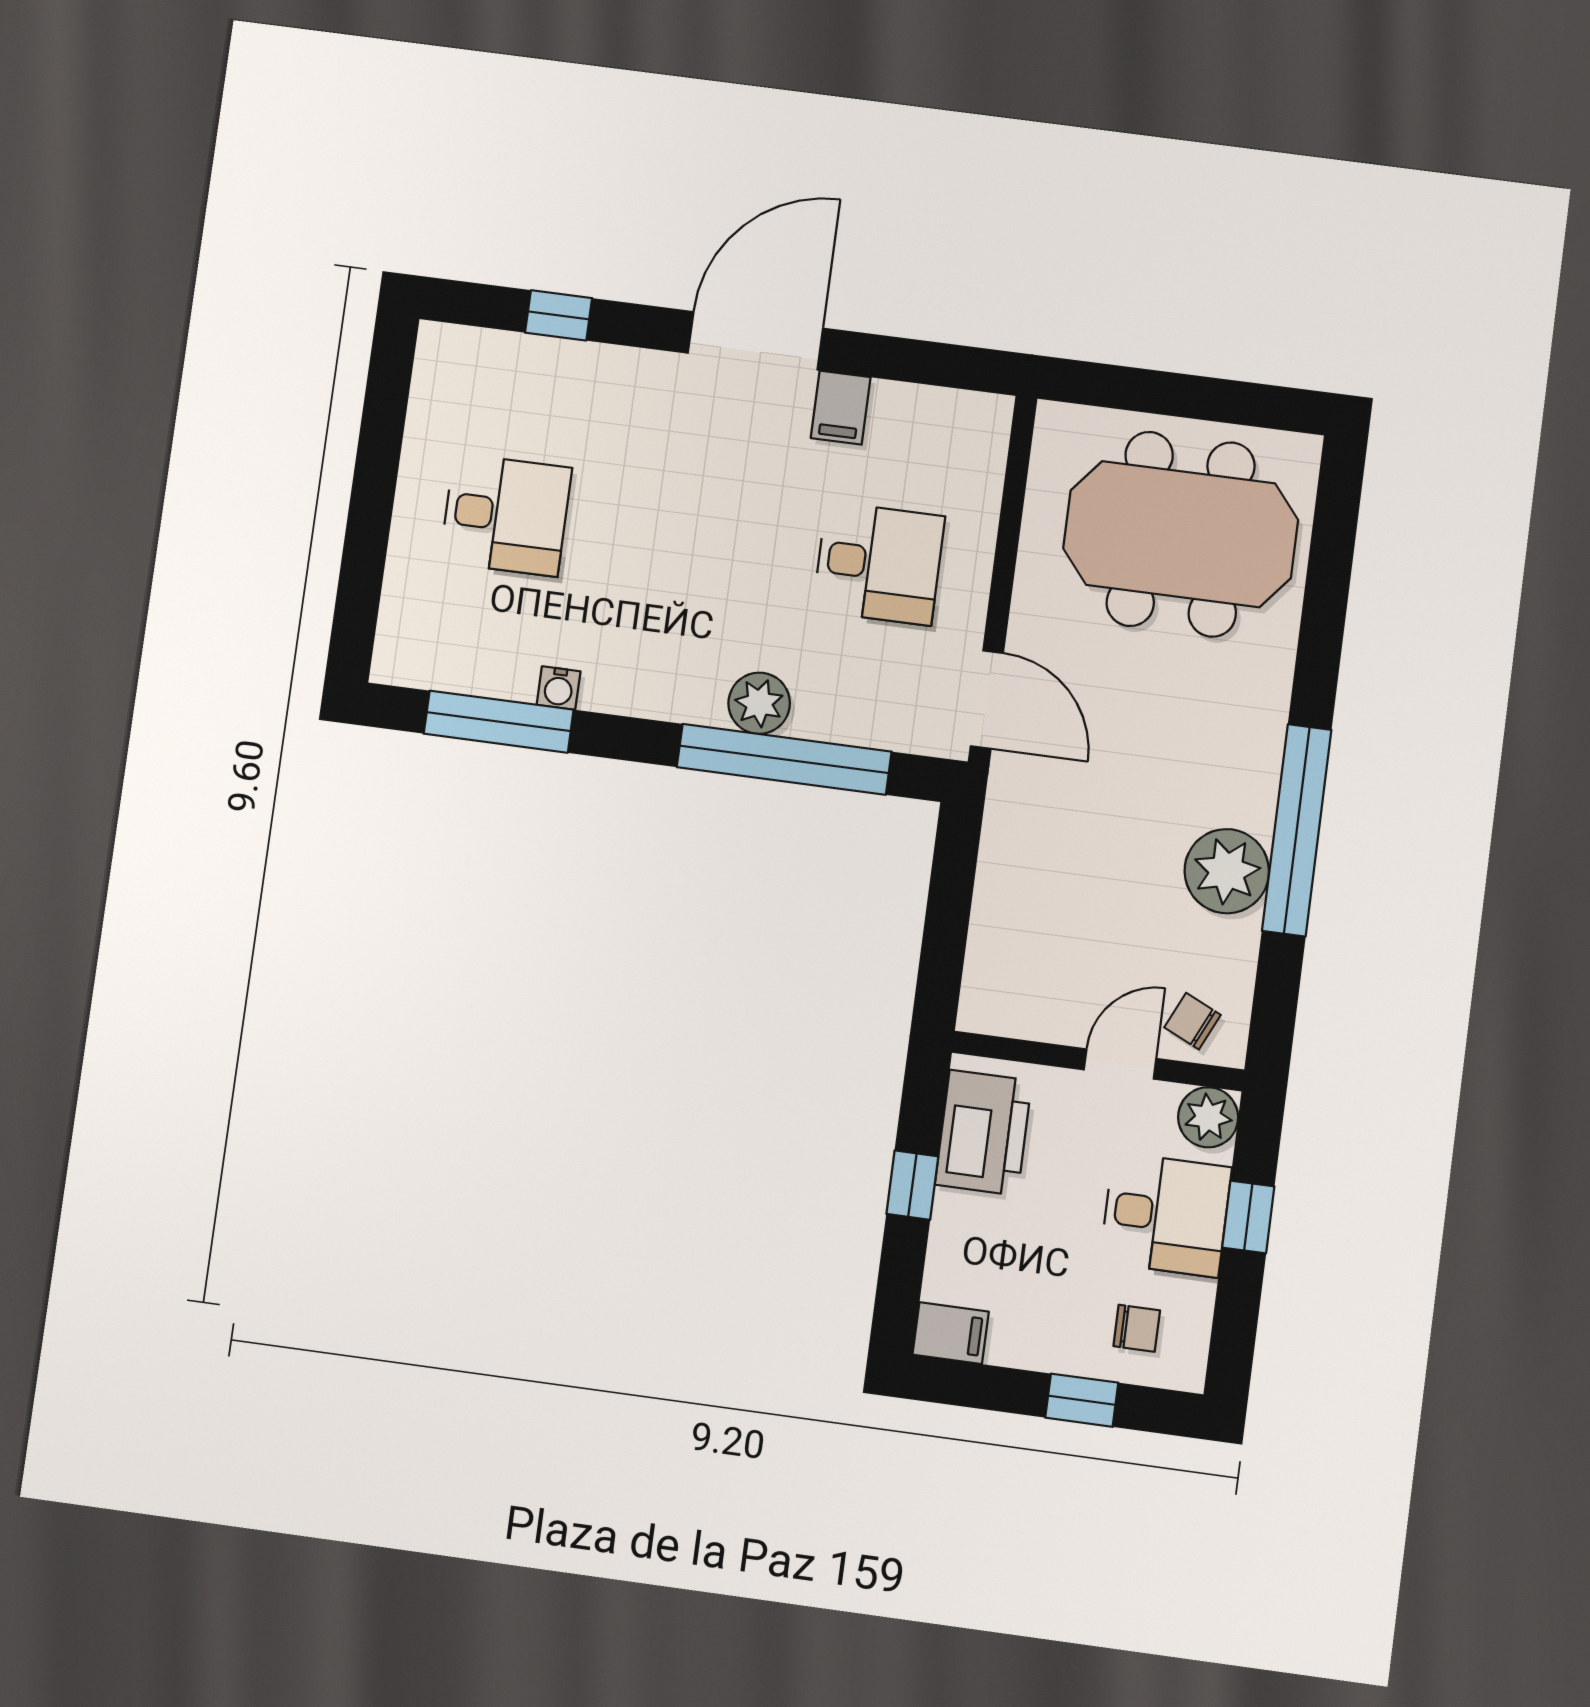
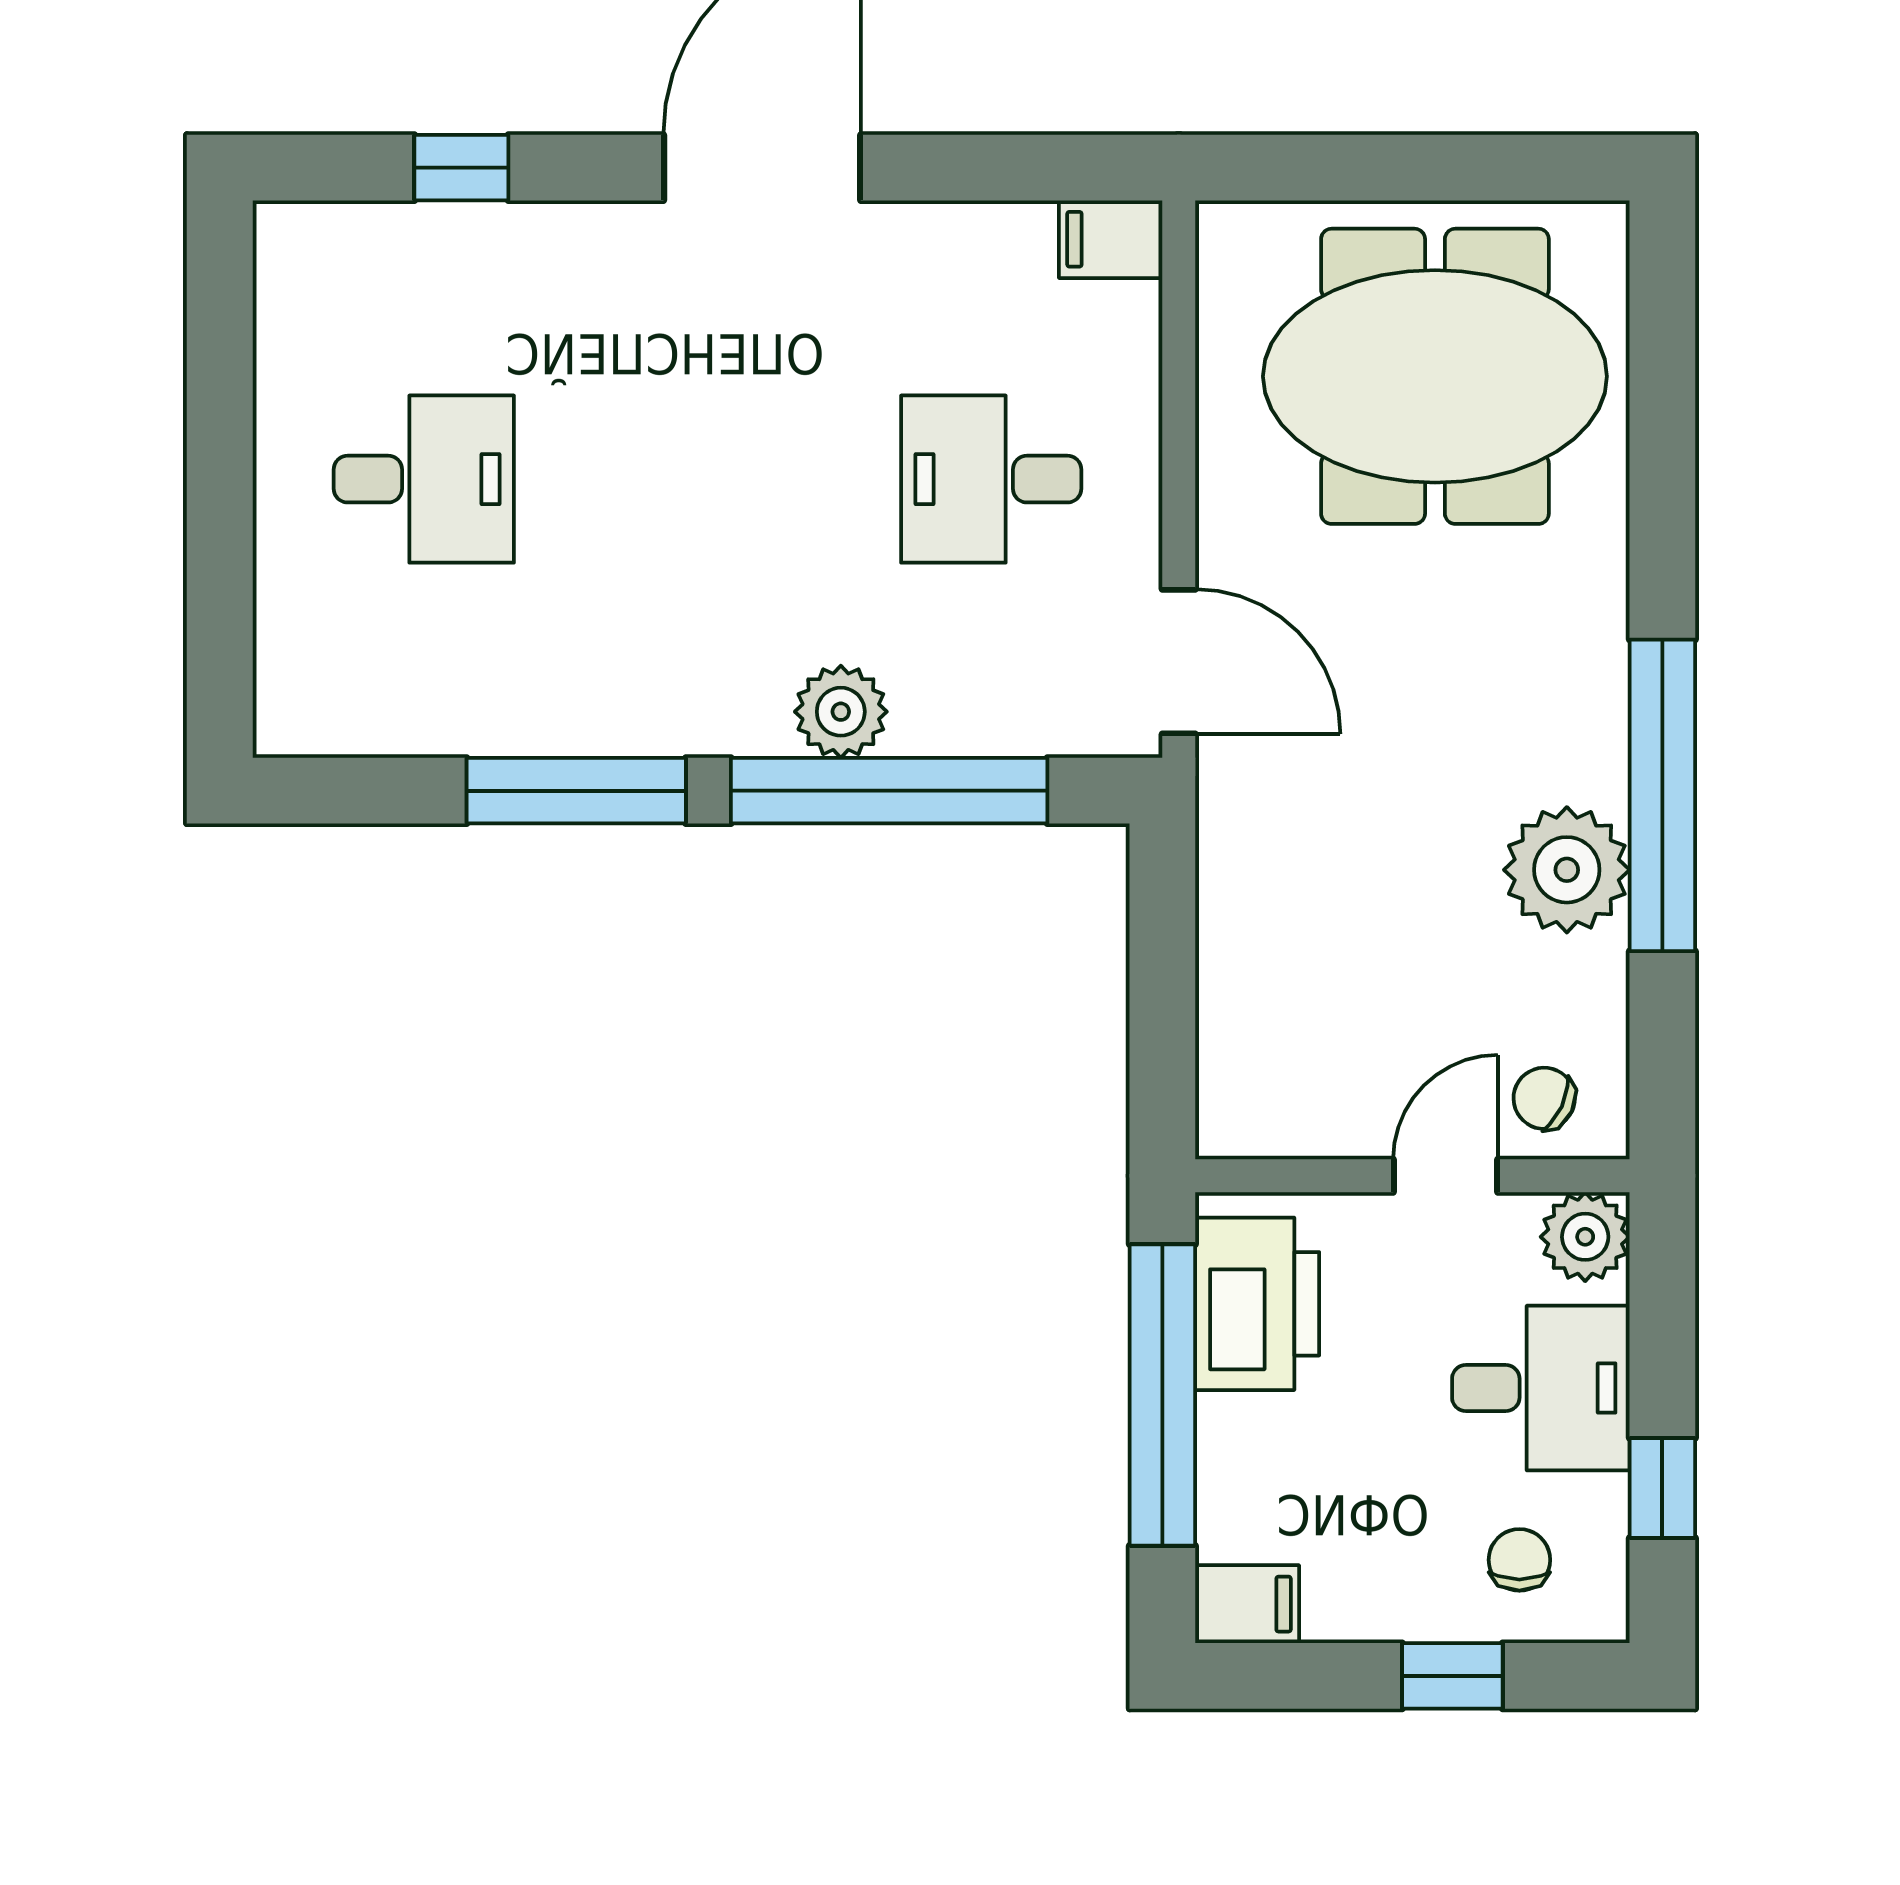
filing cabinet: (841, 408) -> (1111, 239), moved, turned 90
desk: (879, 563) -> (991, 479), turned 180
water cooler: (559, 688) -> (539, 728), removed
window: (499, 722) -> (576, 791), moved
window: (912, 1185) -> (1162, 1395), width x3.17
window: (1248, 1217) -> (1662, 1488), moved
chair: (1137, 1328) -> (1519, 1560), turned -90

